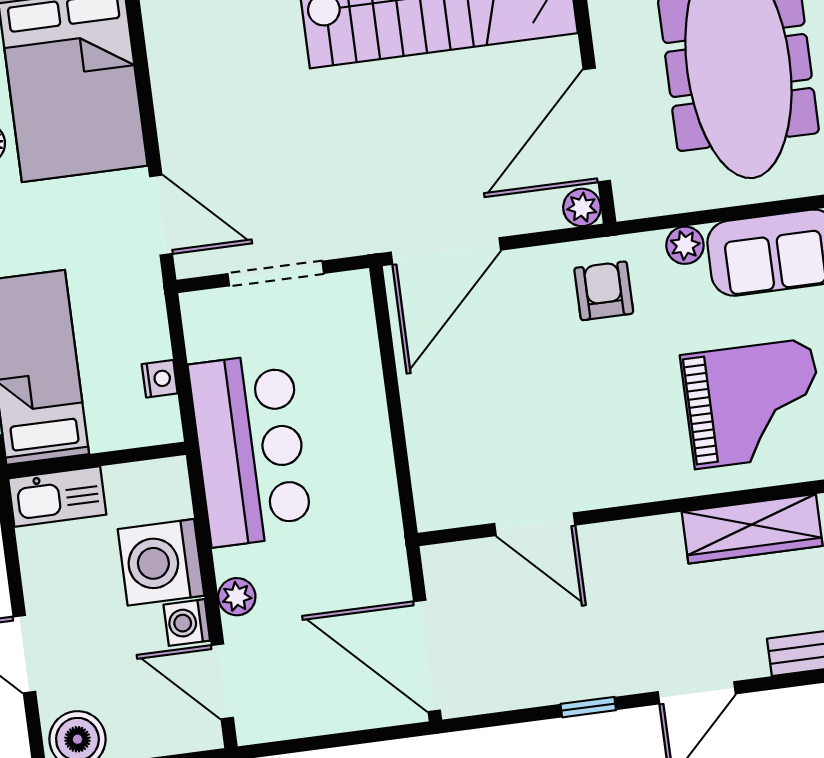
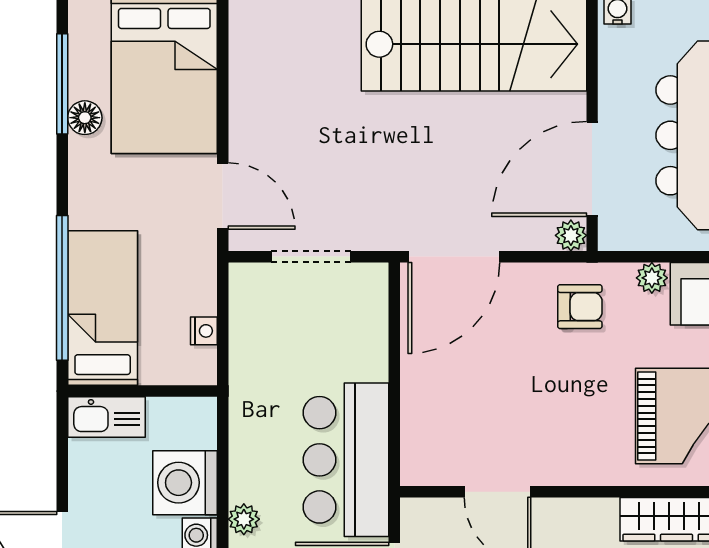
armchair: (604, 291) -> (580, 307), turned 90
bar counter: (250, 450) -> (346, 460), moved, turned 180

